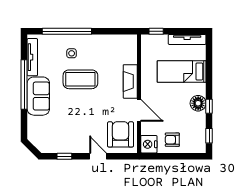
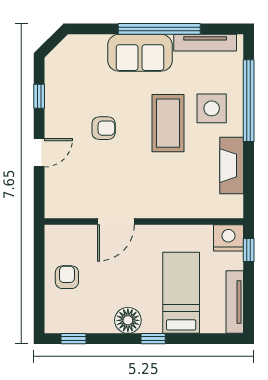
side table: (72, 53) -> (212, 108), width x1.87, depth x1.87
fireplace: (130, 81) -> (232, 166), moved, turned -90
window: (209, 106) -> (153, 339), moved
armchair: (121, 134) -> (104, 128), moved, width x0.53, depth x0.53
nightstand: (149, 144) -> (228, 238), moved

